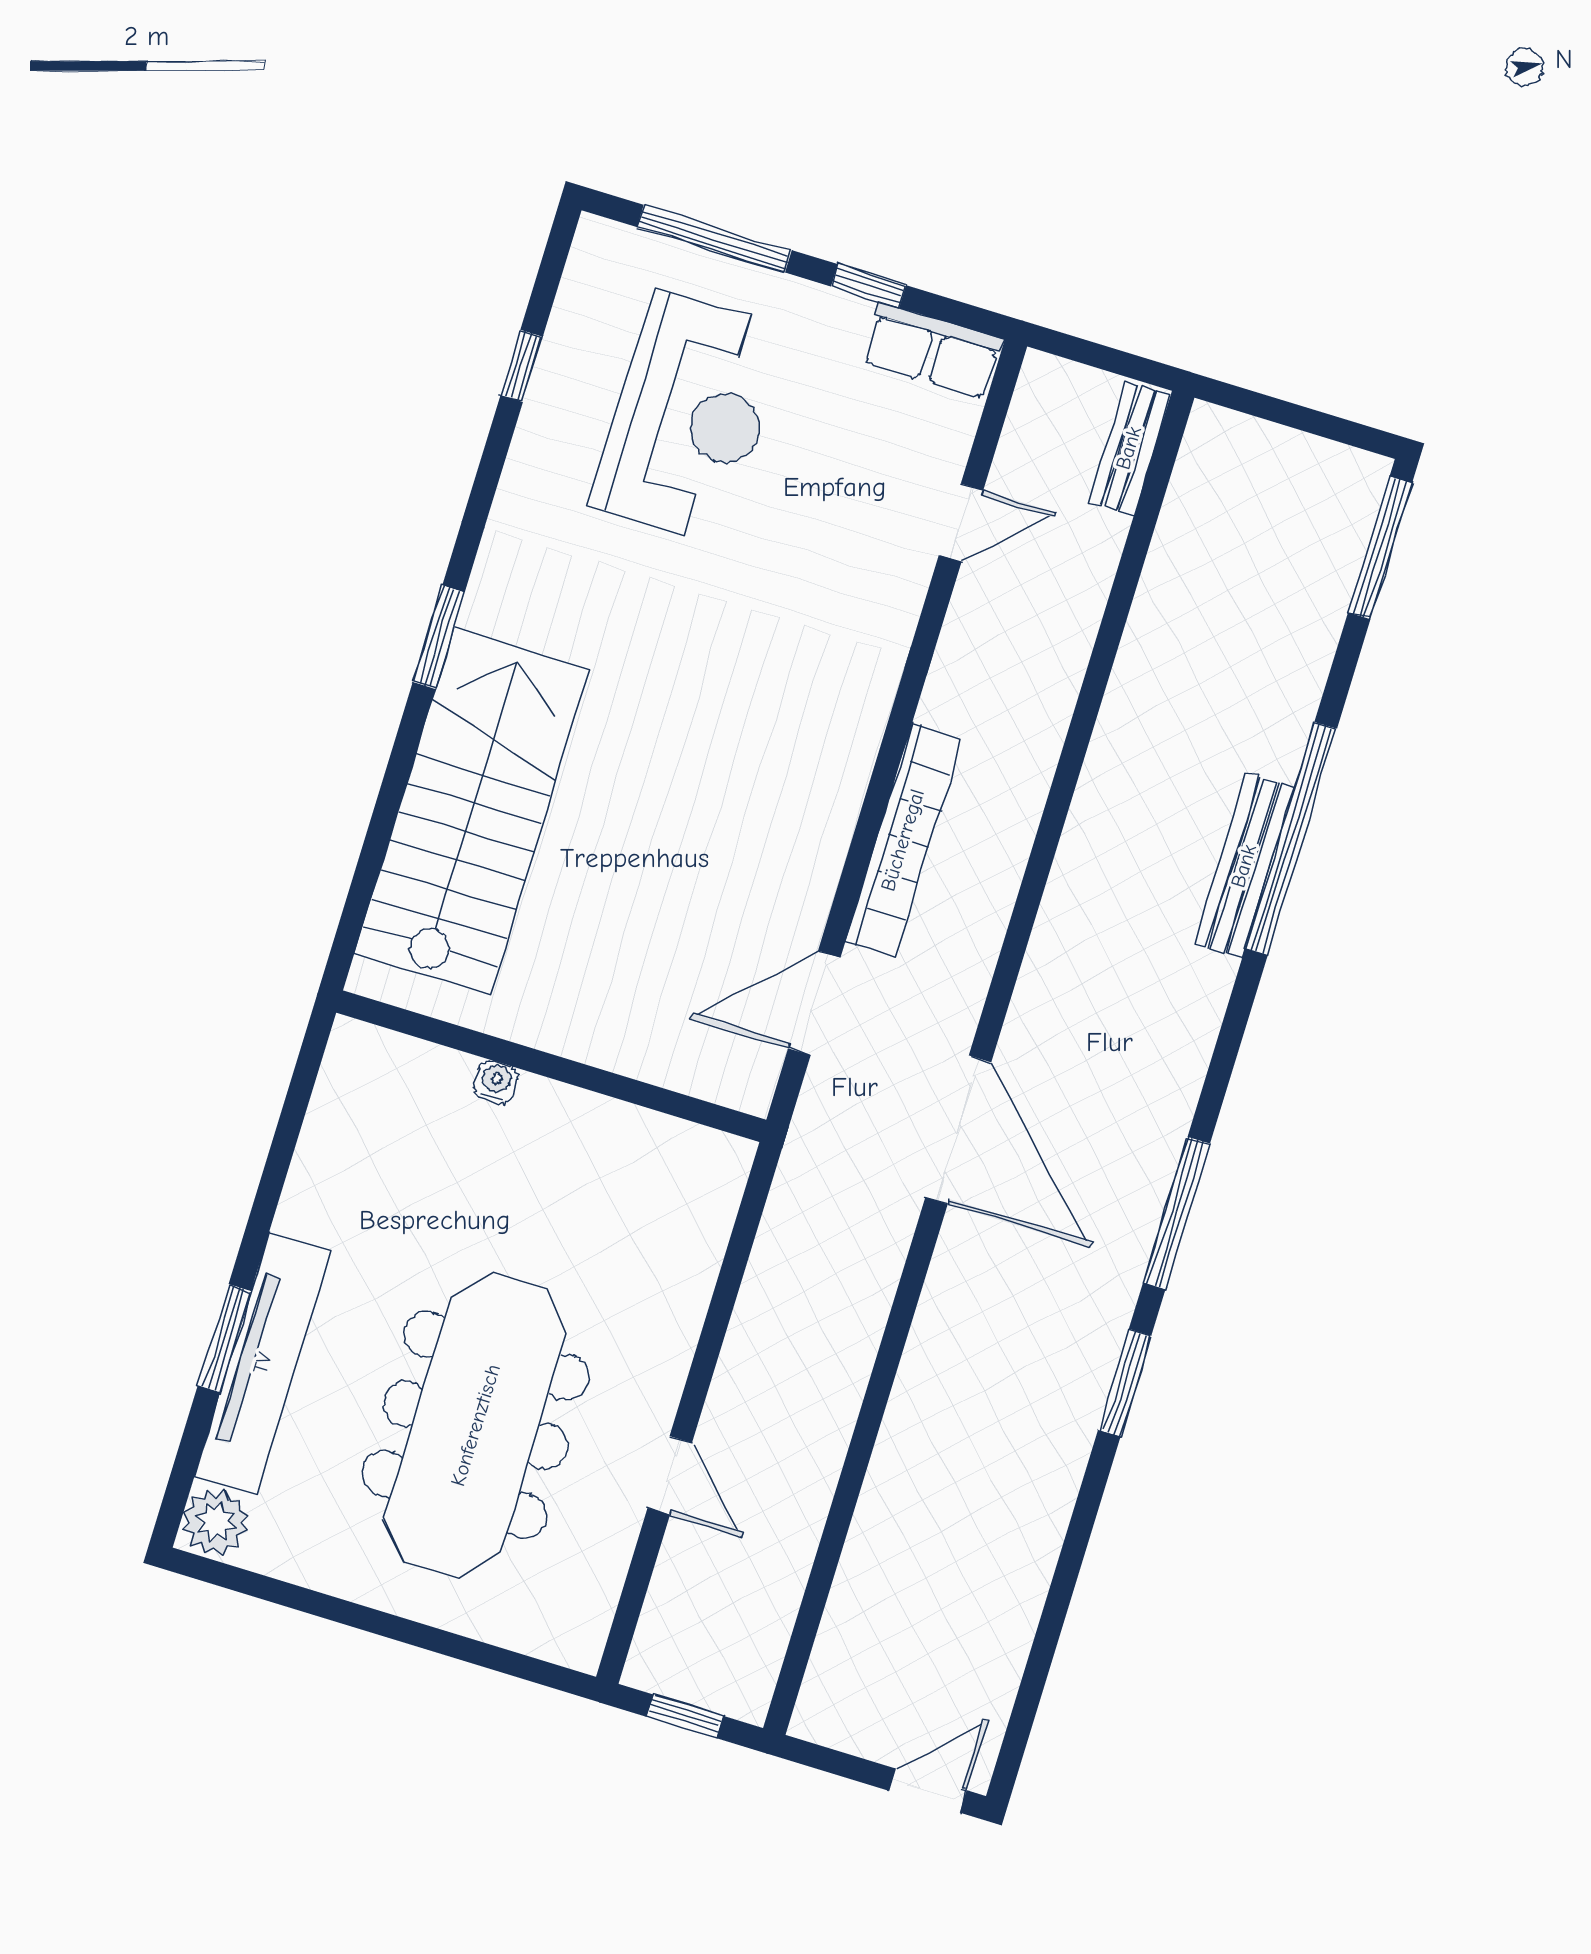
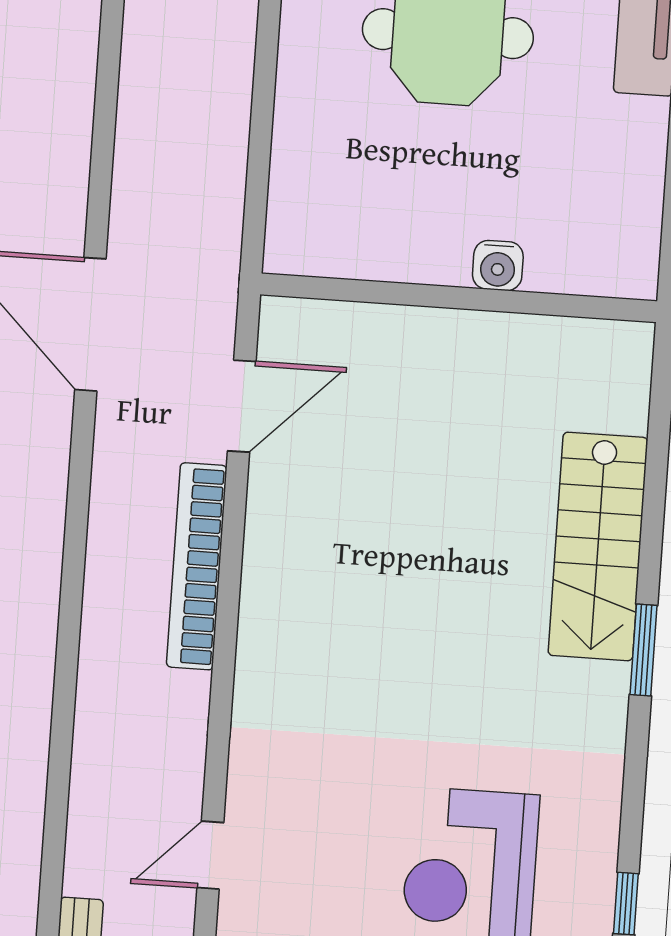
stairs: (472, 811) -> (598, 546), width x0.73, depth x0.66
water cooler: (496, 1082) -> (498, 265), width x1.38, depth x1.38

